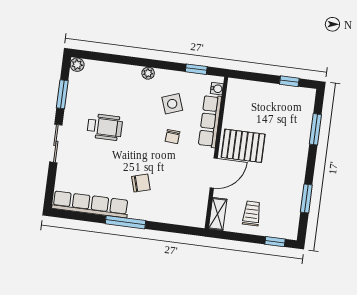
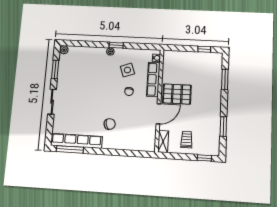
window: (196, 69) -> (116, 45), moved
wheelchair: (105, 127) -> (84, 89), removed
window: (126, 222) -> (70, 149), moved

